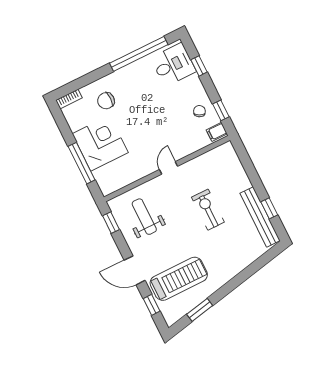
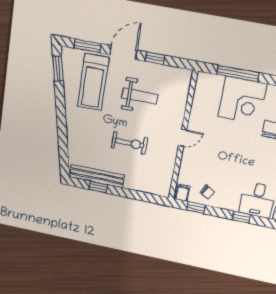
door: (169, 168) -> (183, 138), hinge flipped
weight bench: (144, 217) -> (140, 96), moved
window: (111, 223) -> (155, 58), moved
window: (152, 305) -> (88, 46), width x1.50
window: (200, 310) -> (58, 68), moved

